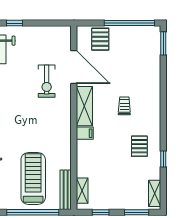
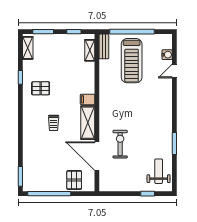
pallet: (139, 146) -> (41, 88), turned 90
bench: (66, 190) -> (104, 46), width x0.73

